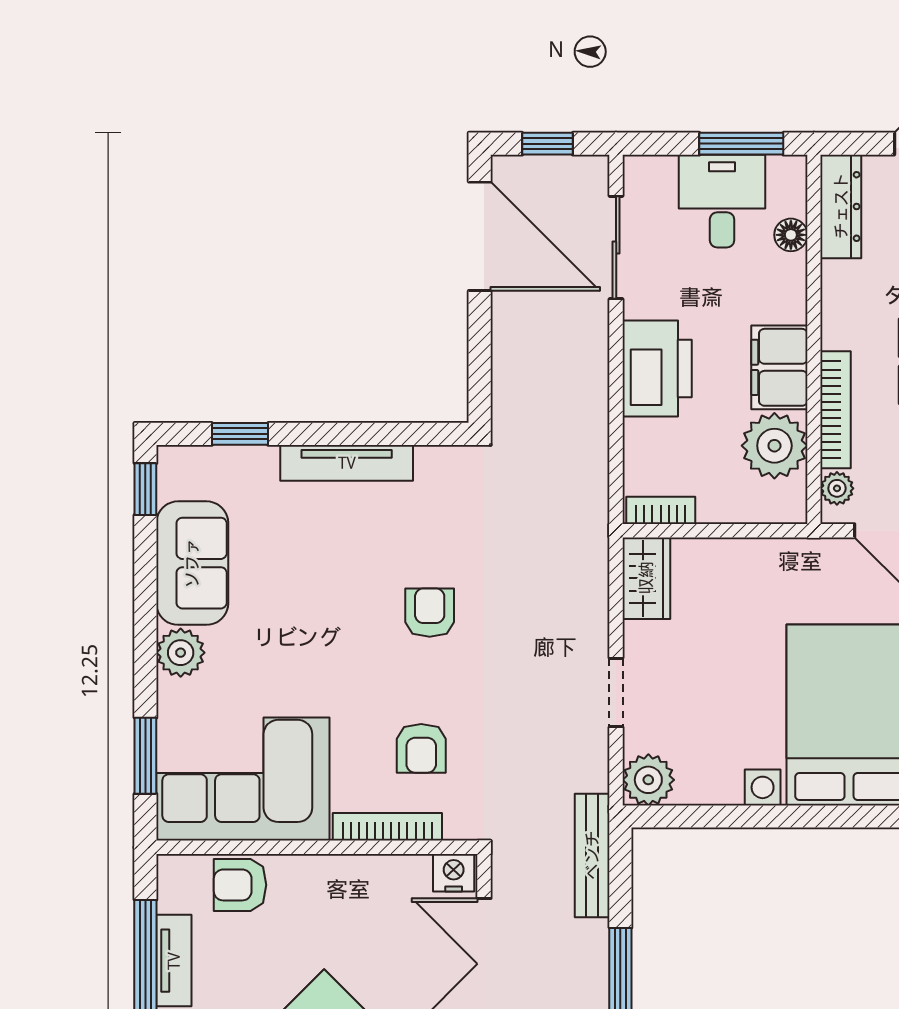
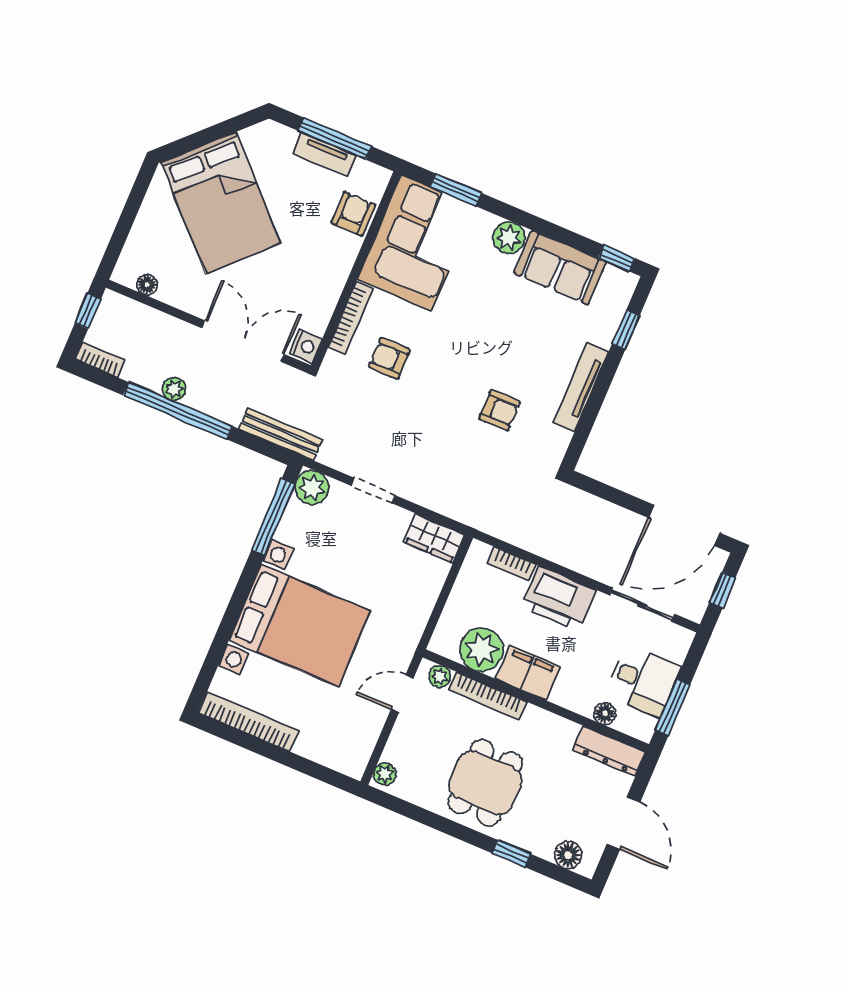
bookcase: (661, 510) -> (512, 564), moved, turned 90
armchair: (430, 613) -> (500, 410), moved
window: (713, 817) -> (273, 517), added

